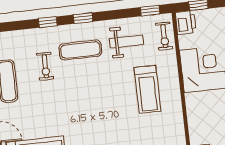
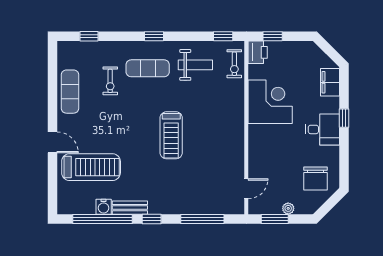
window: (48, 22) -> (89, 36), moved
treadmill: (147, 89) -> (171, 135), moved

